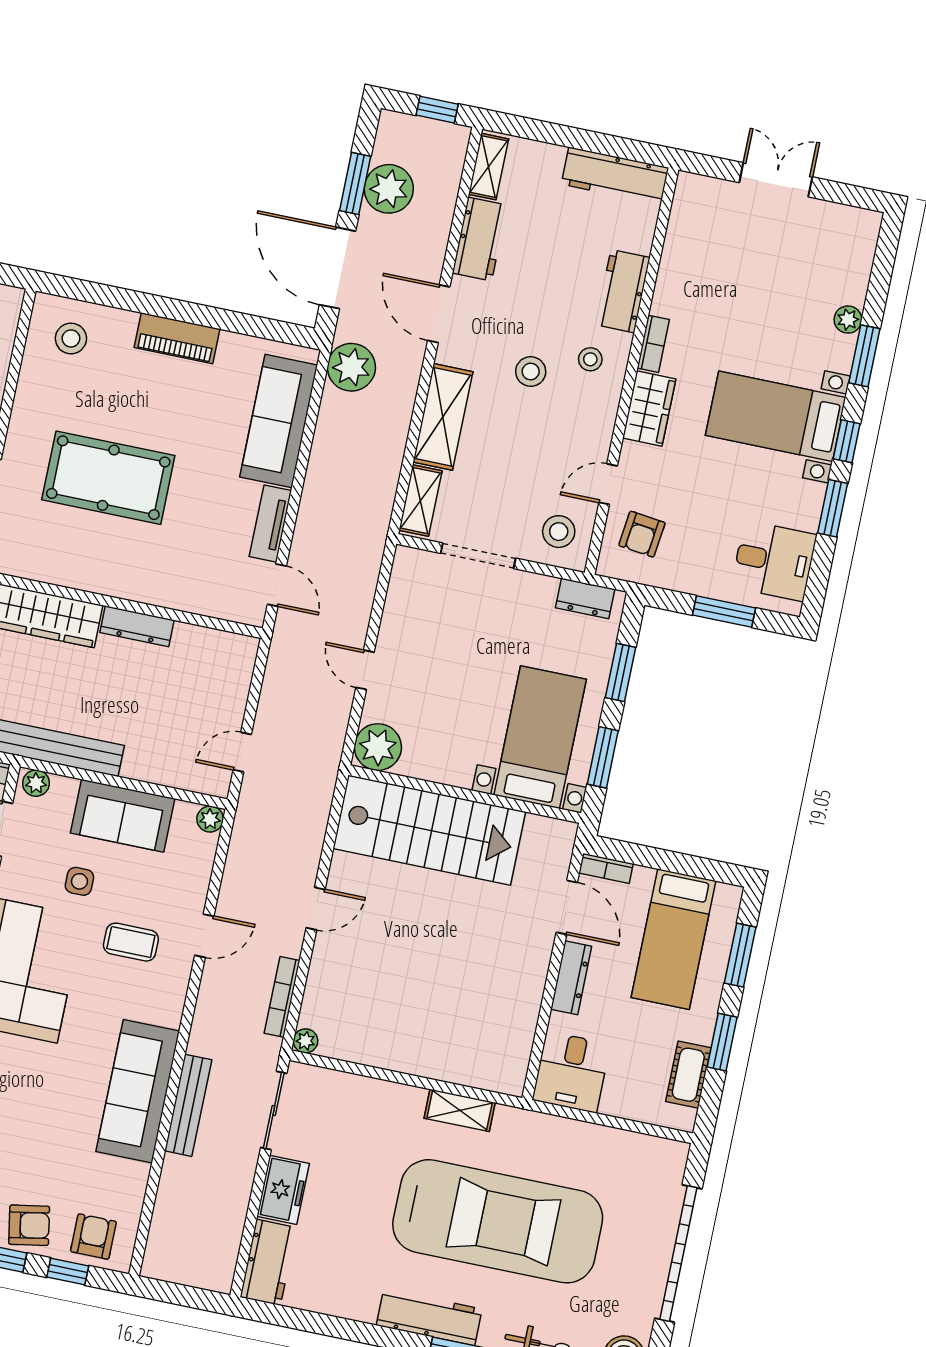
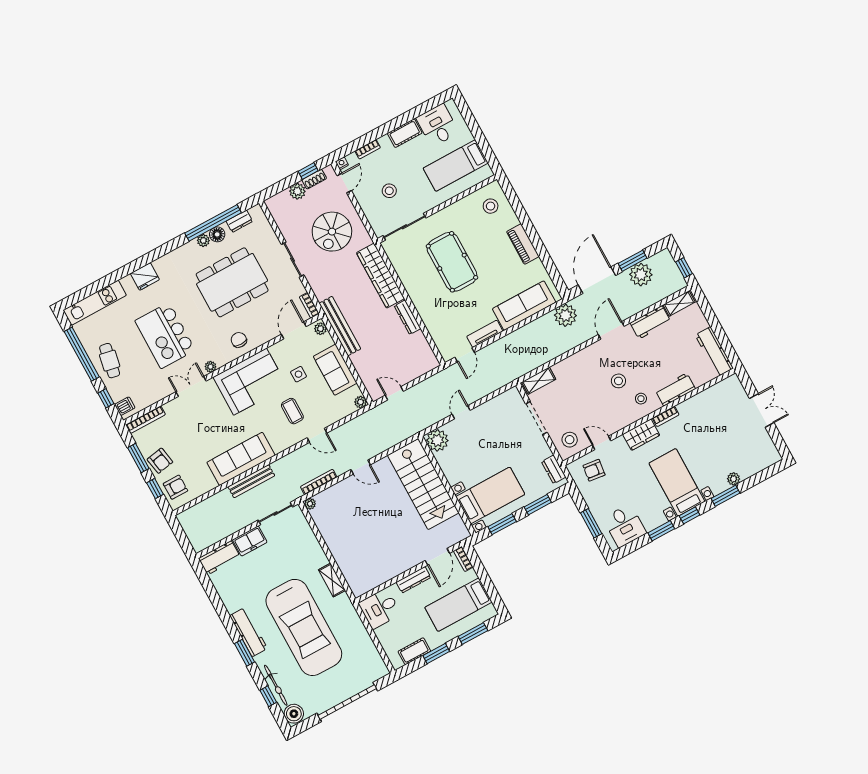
shelving: (443, 417) -> (576, 363), removed

